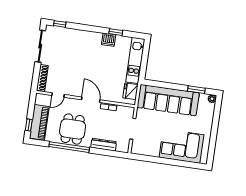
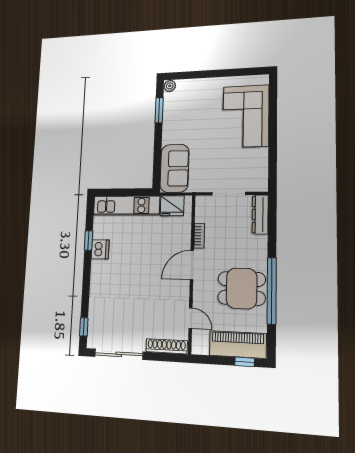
sofa: (168, 100) -> (174, 168), width x0.54, depth x0.79
dresser: (104, 145) -> (260, 214), moved

